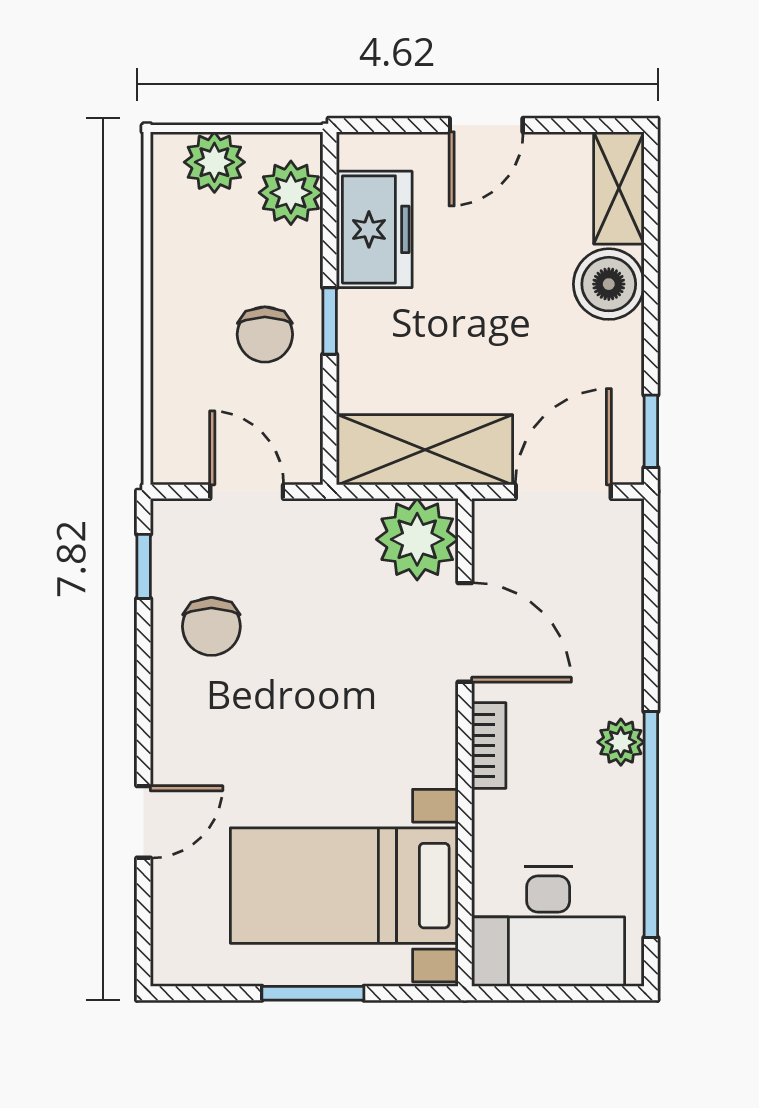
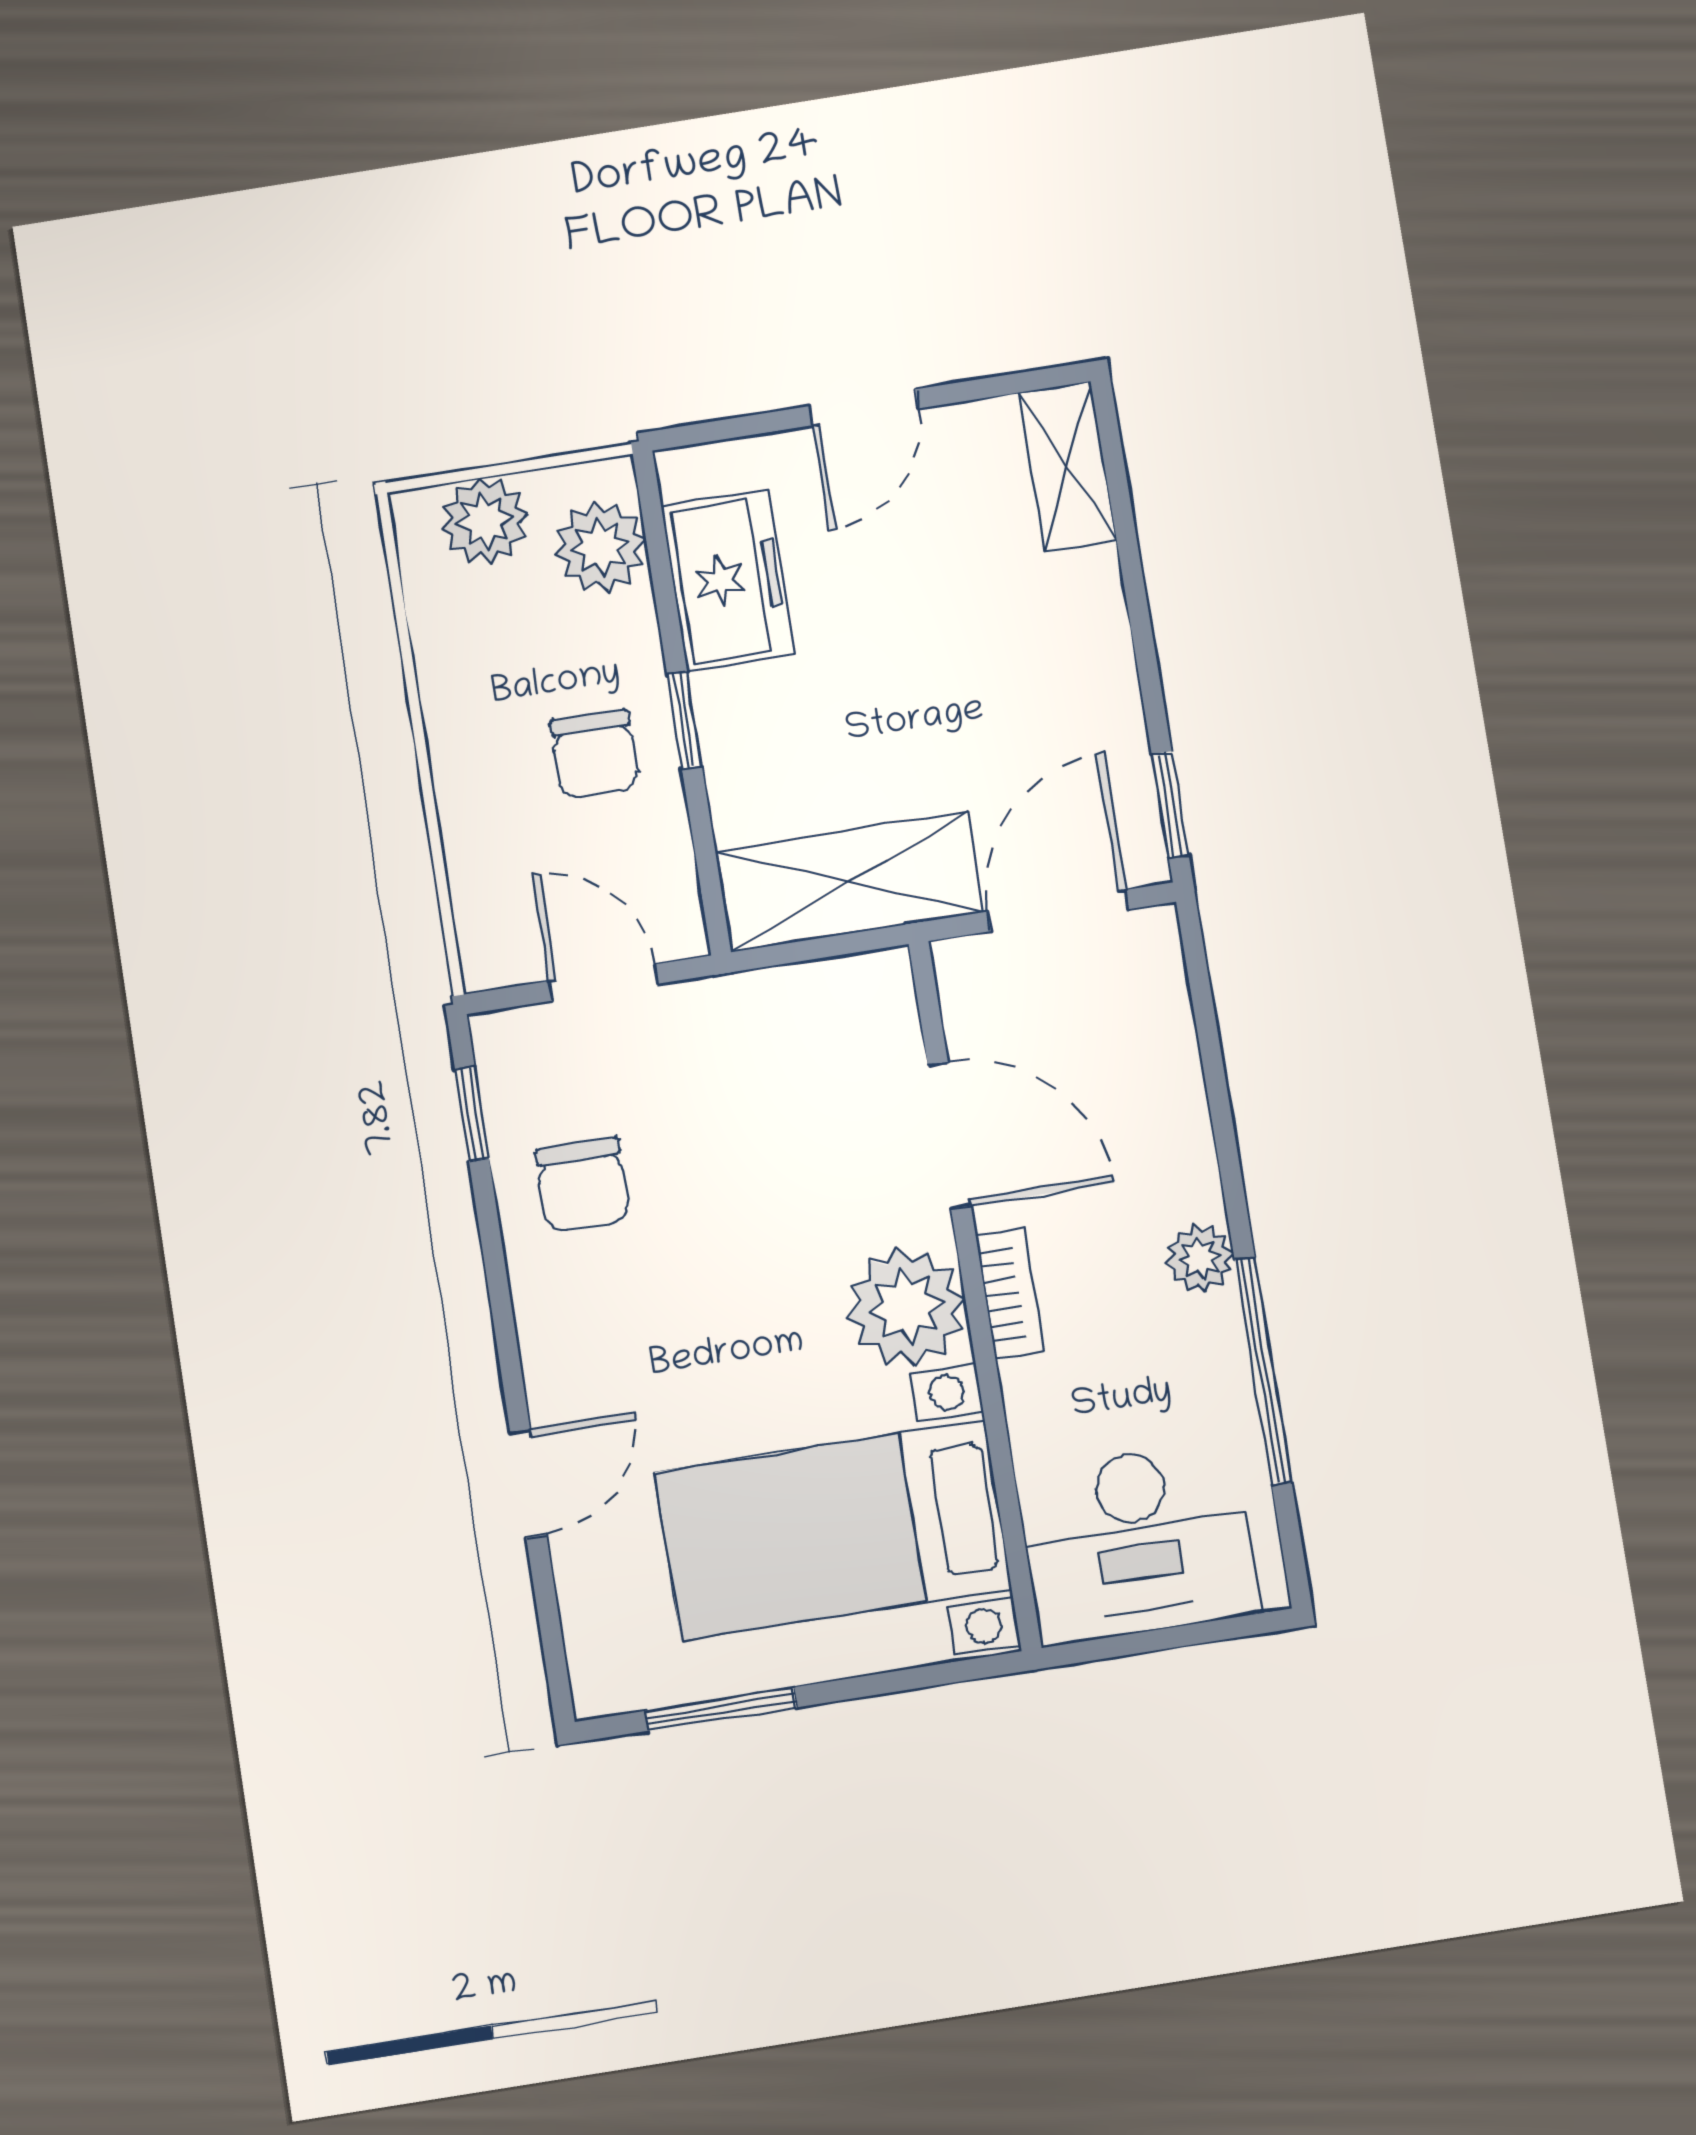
boiler: (609, 284) -> (1075, 604), removed
plant: (417, 539) -> (906, 1307), moved
window: (651, 825) -> (1263, 1371), width x0.68
window: (313, 993) -> (721, 1709), moved

